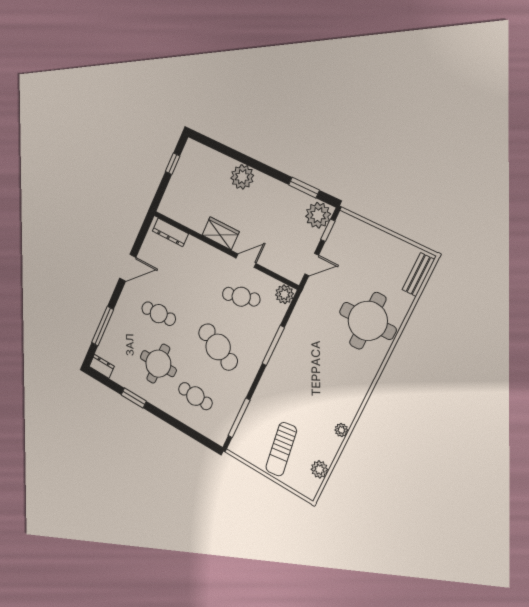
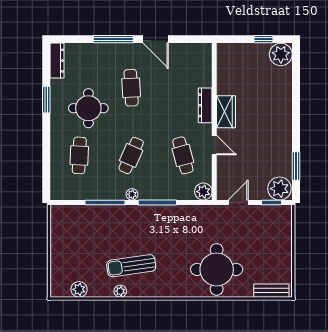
plant: (242, 177) -> (281, 54), moved
dresser: (170, 232) -> (205, 105), moved
door: (312, 265) -> (238, 202), swing flipped
window: (103, 326) -> (113, 39), moved
cafe table: (218, 347) -> (131, 155), width x0.73, depth x0.74
dresser: (102, 366) -> (57, 61), width x1.44
plant: (254, 366) -> (132, 194), added
window: (239, 418) -> (105, 202), moved
sun lounger: (281, 449) -> (131, 266), moved

